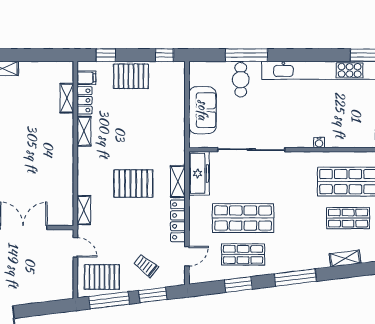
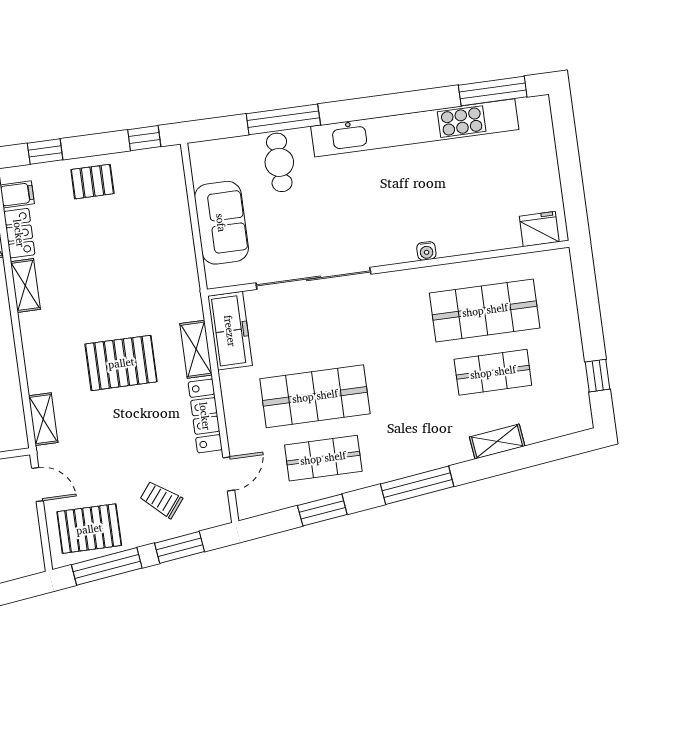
pallet: (131, 76) -> (92, 182), width x0.67, depth x0.71

